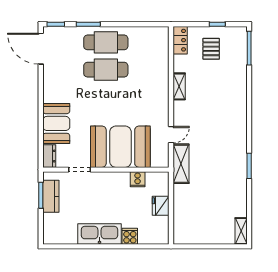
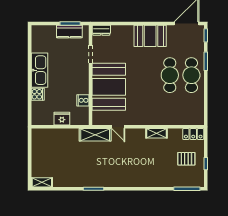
booth: (56, 123) -> (150, 36), moved

